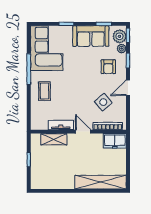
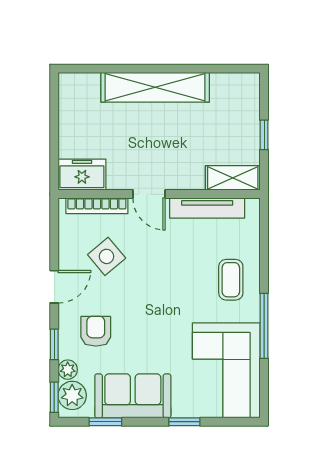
tv unit: (61, 125) -> (207, 208), width x1.41
shelving: (54, 139) -> (233, 178), moved
shelving: (101, 182) -> (155, 87), moved

